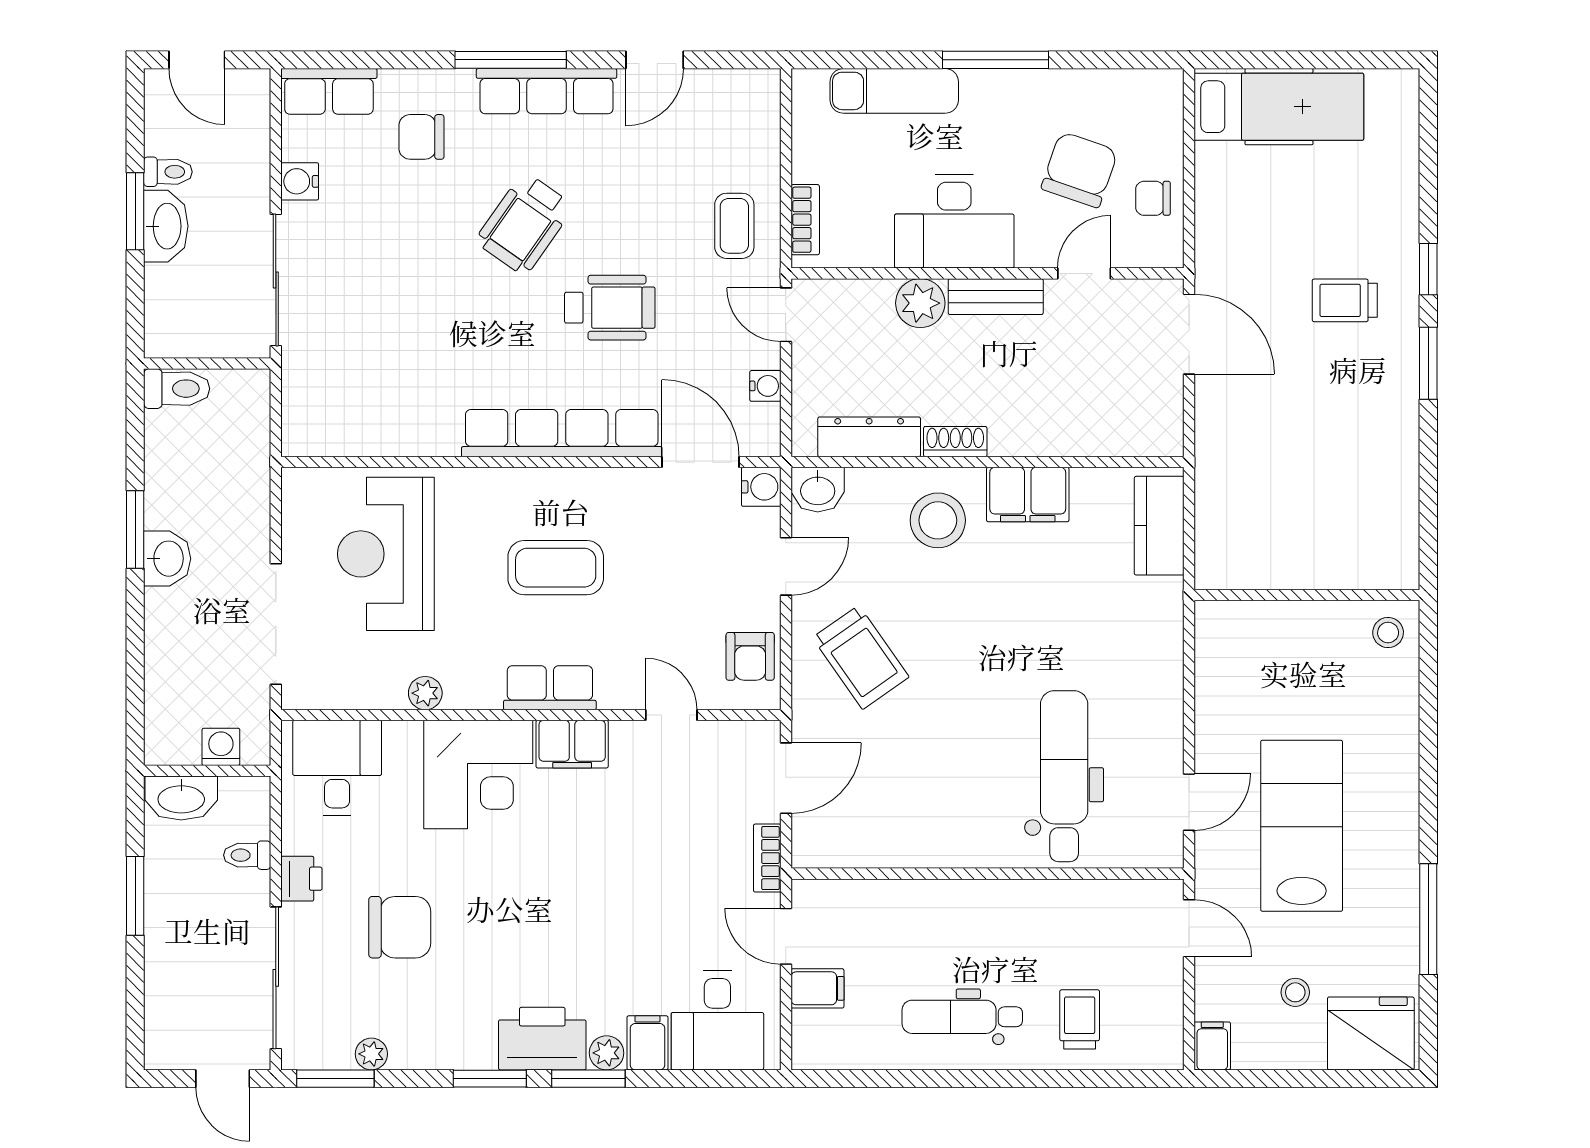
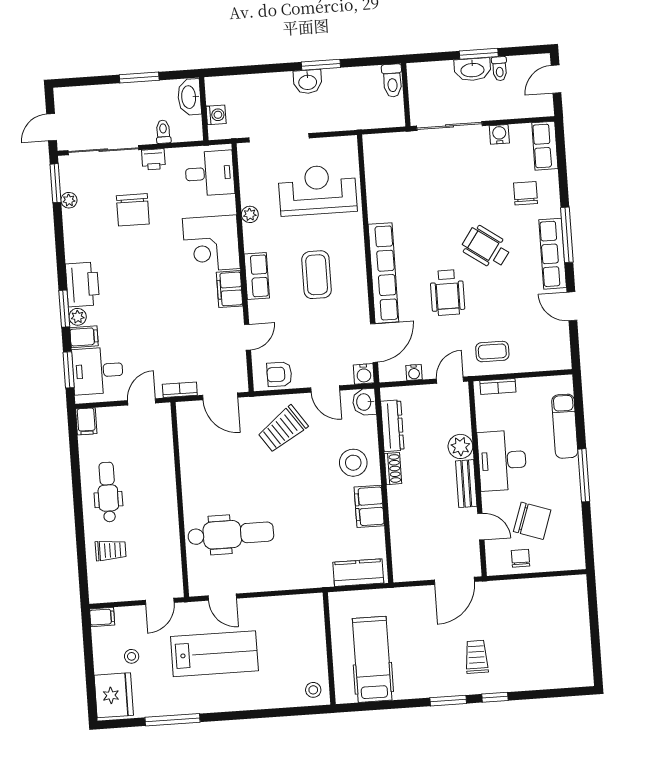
hospital bed: (1279, 107) -> (372, 659), moved, turned 180
filing cabinet: (817, 988) -> (86, 421), moved
window: (490, 1079) -> (69, 370), moved

